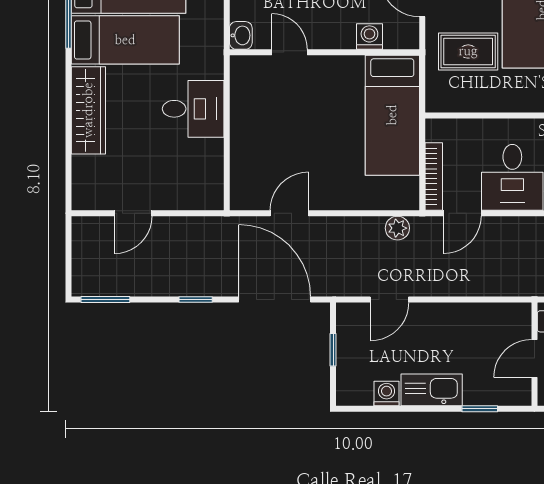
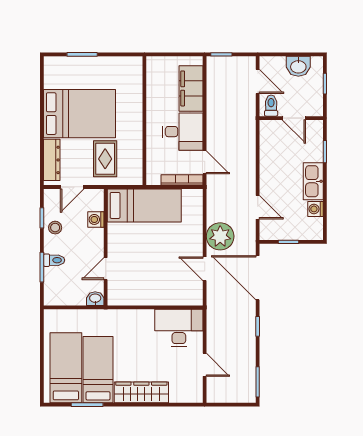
desk: (193, 109) -> (179, 328), moved, width x1.37
plant: (397, 228) -> (220, 236), moved, width x1.88, depth x1.88
door: (275, 300) -> (258, 278), hinge flipped

